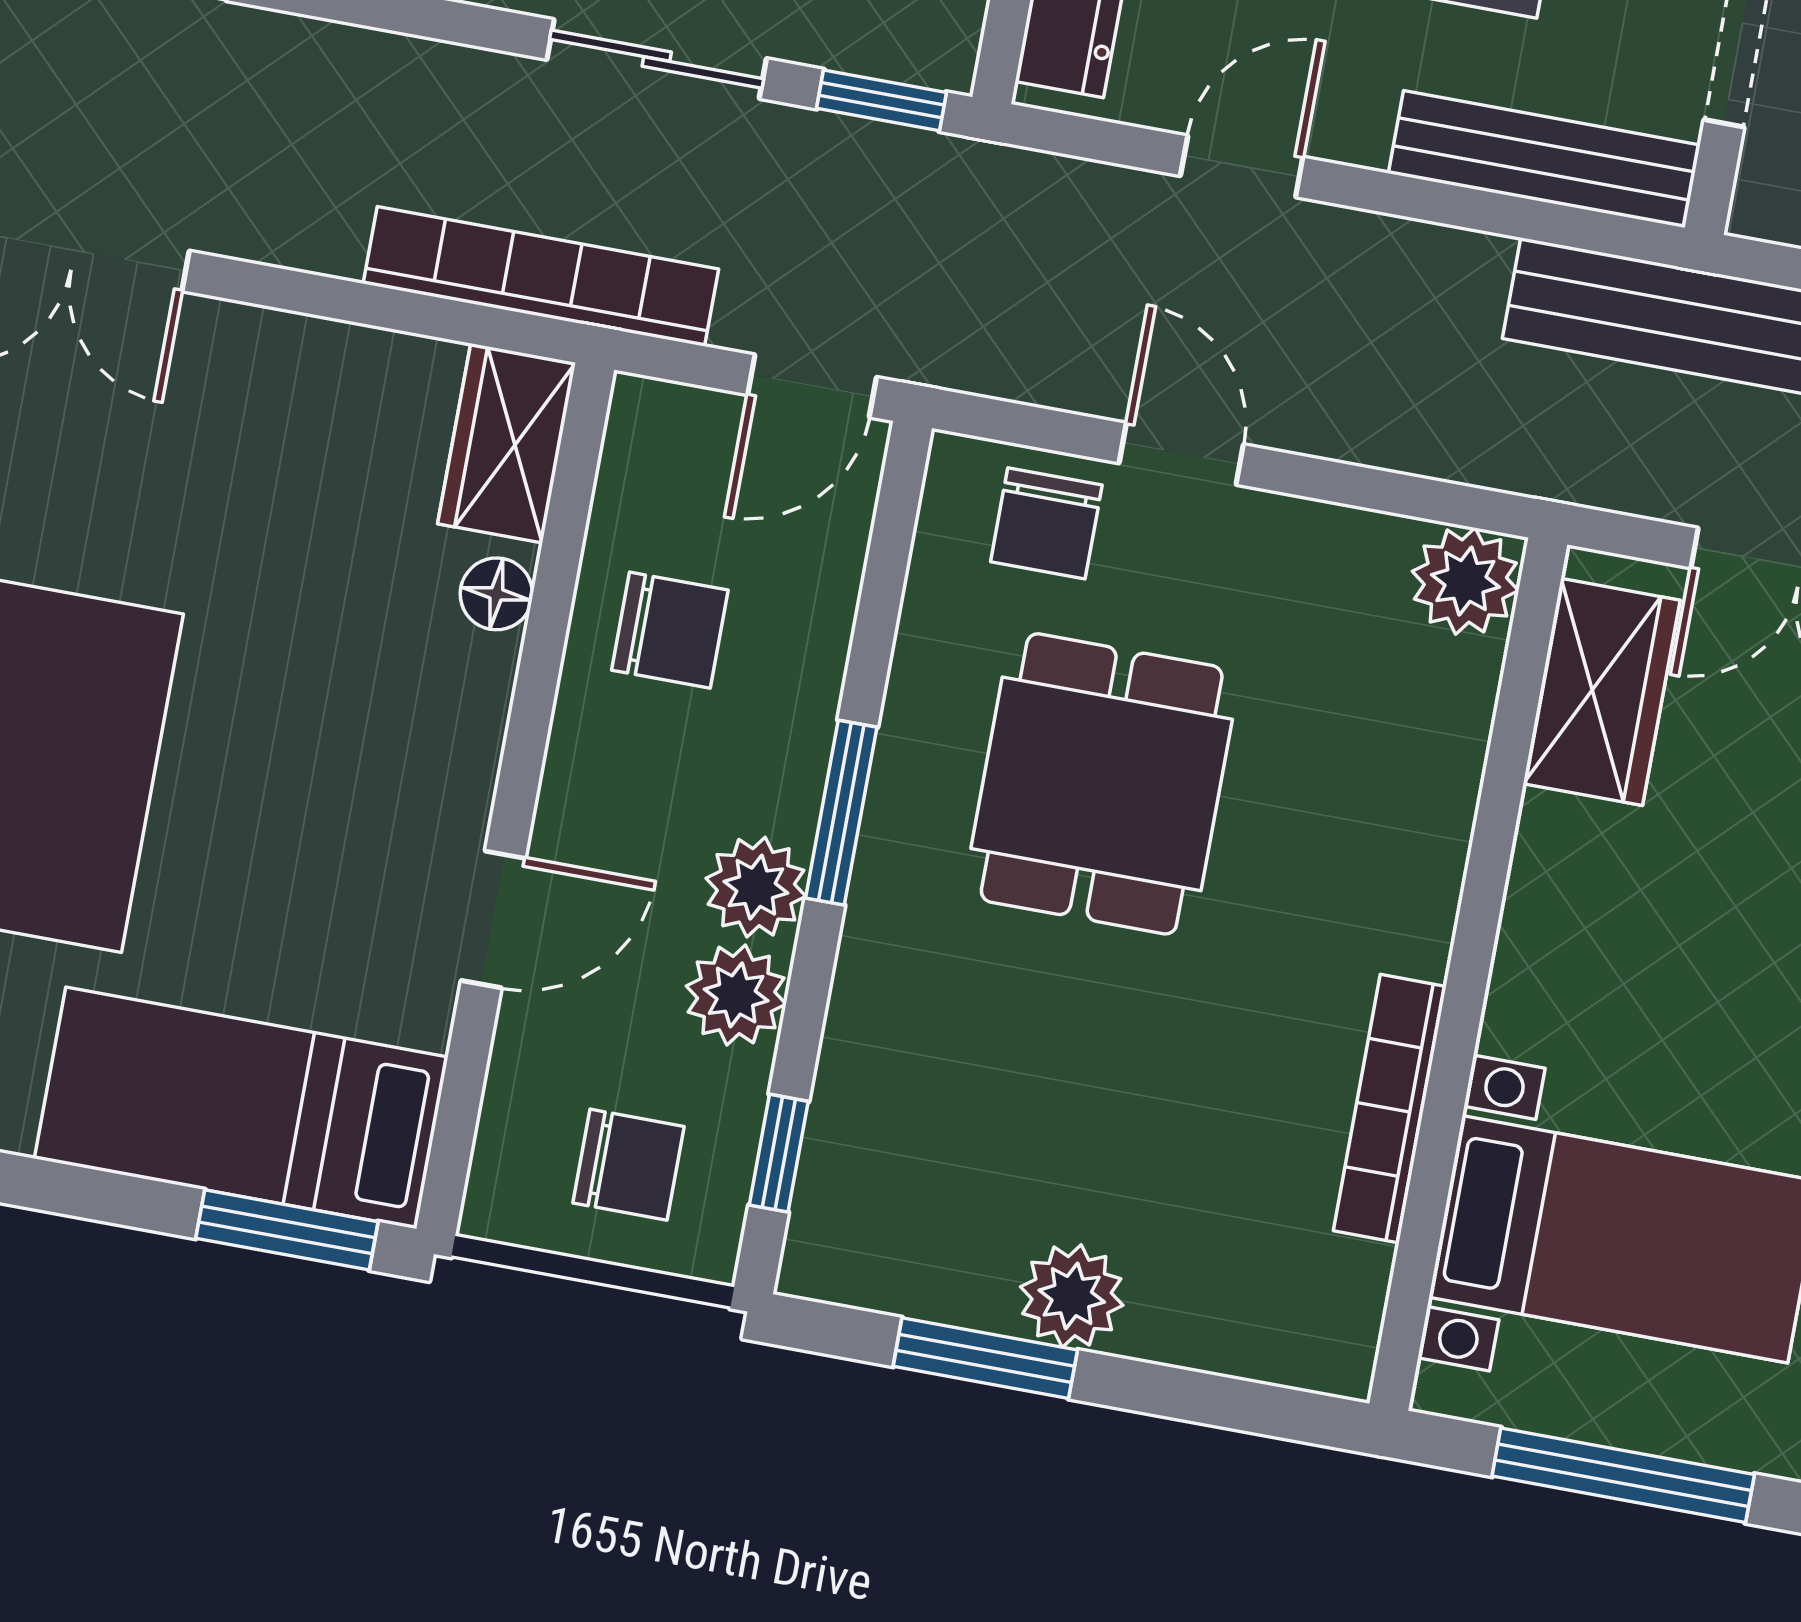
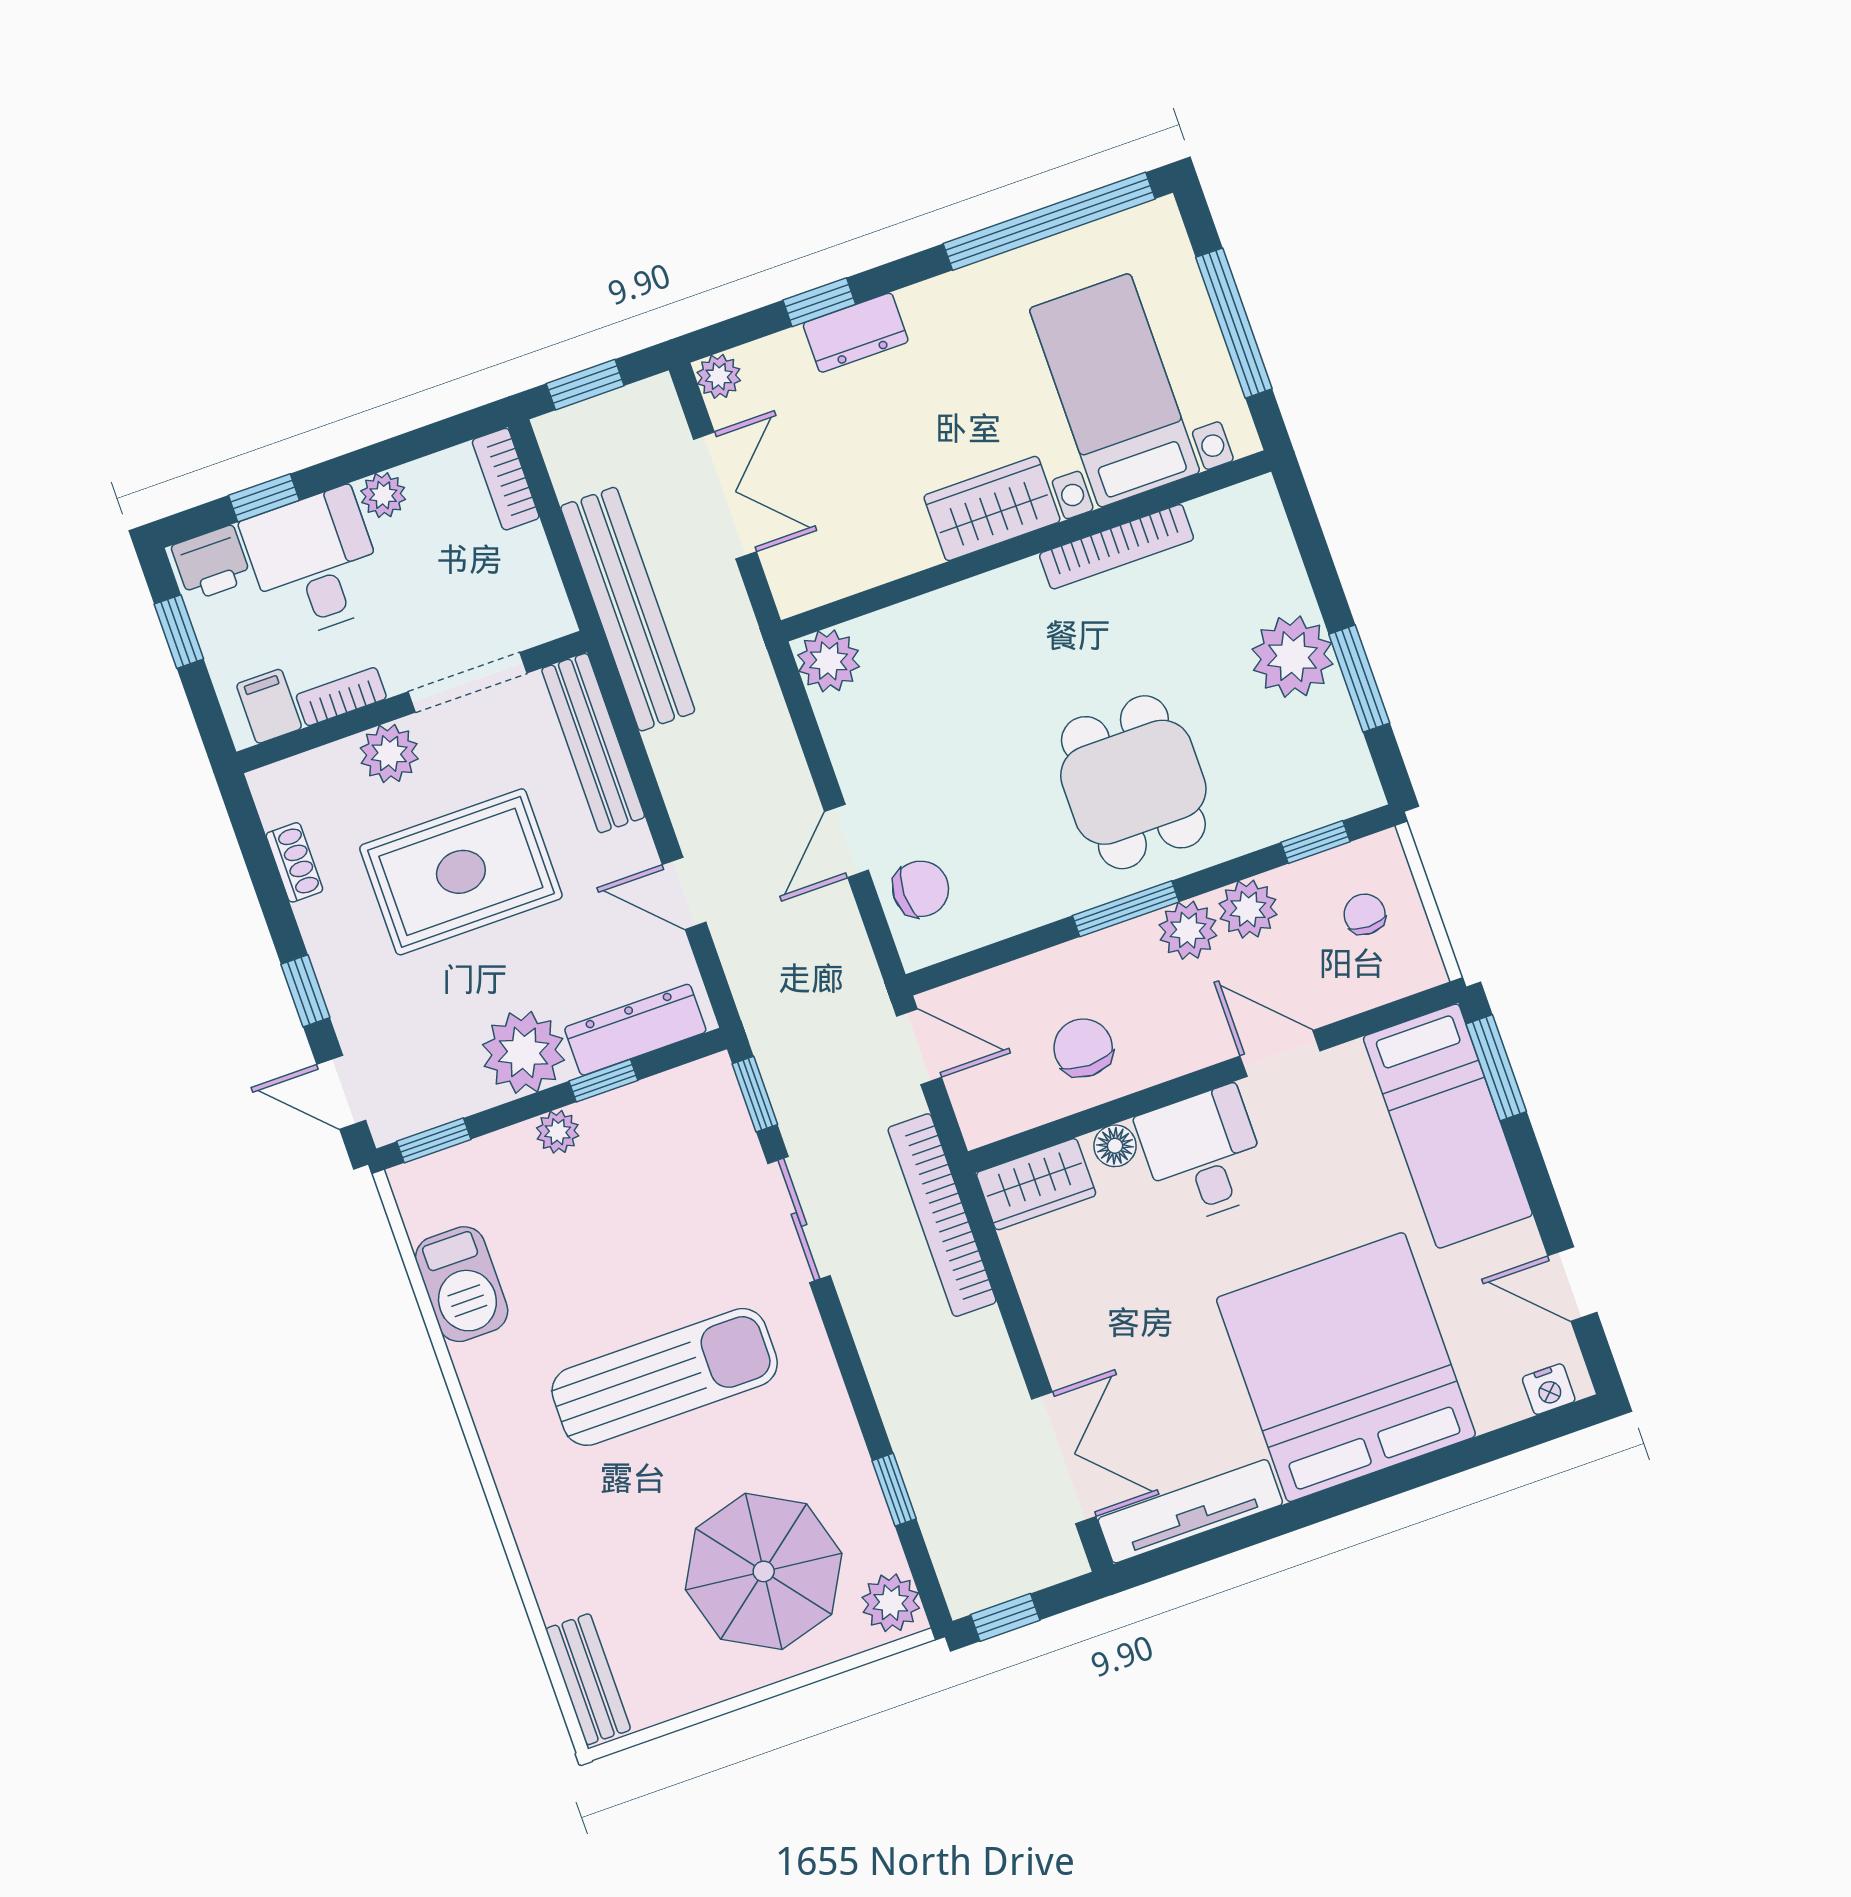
wardrobe: (1602, 692) -> (992, 509), moved
desk: (407, 718) -> (1203, 1155), added
dining table: (1102, 784) -> (1133, 782), moved, turned 90
chair: (629, 1165) -> (1365, 914), width x0.73, depth x0.73
plant: (1072, 1296) -> (1293, 657), width x1.36, depth x1.36

